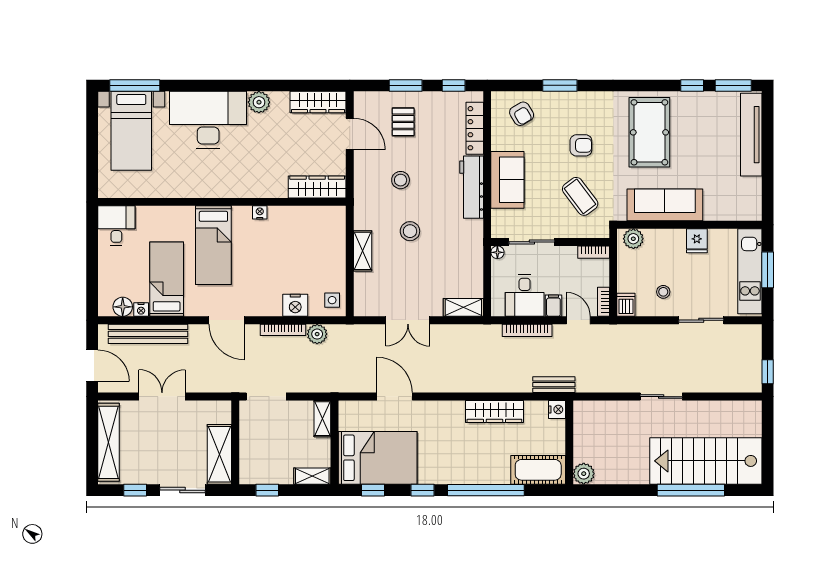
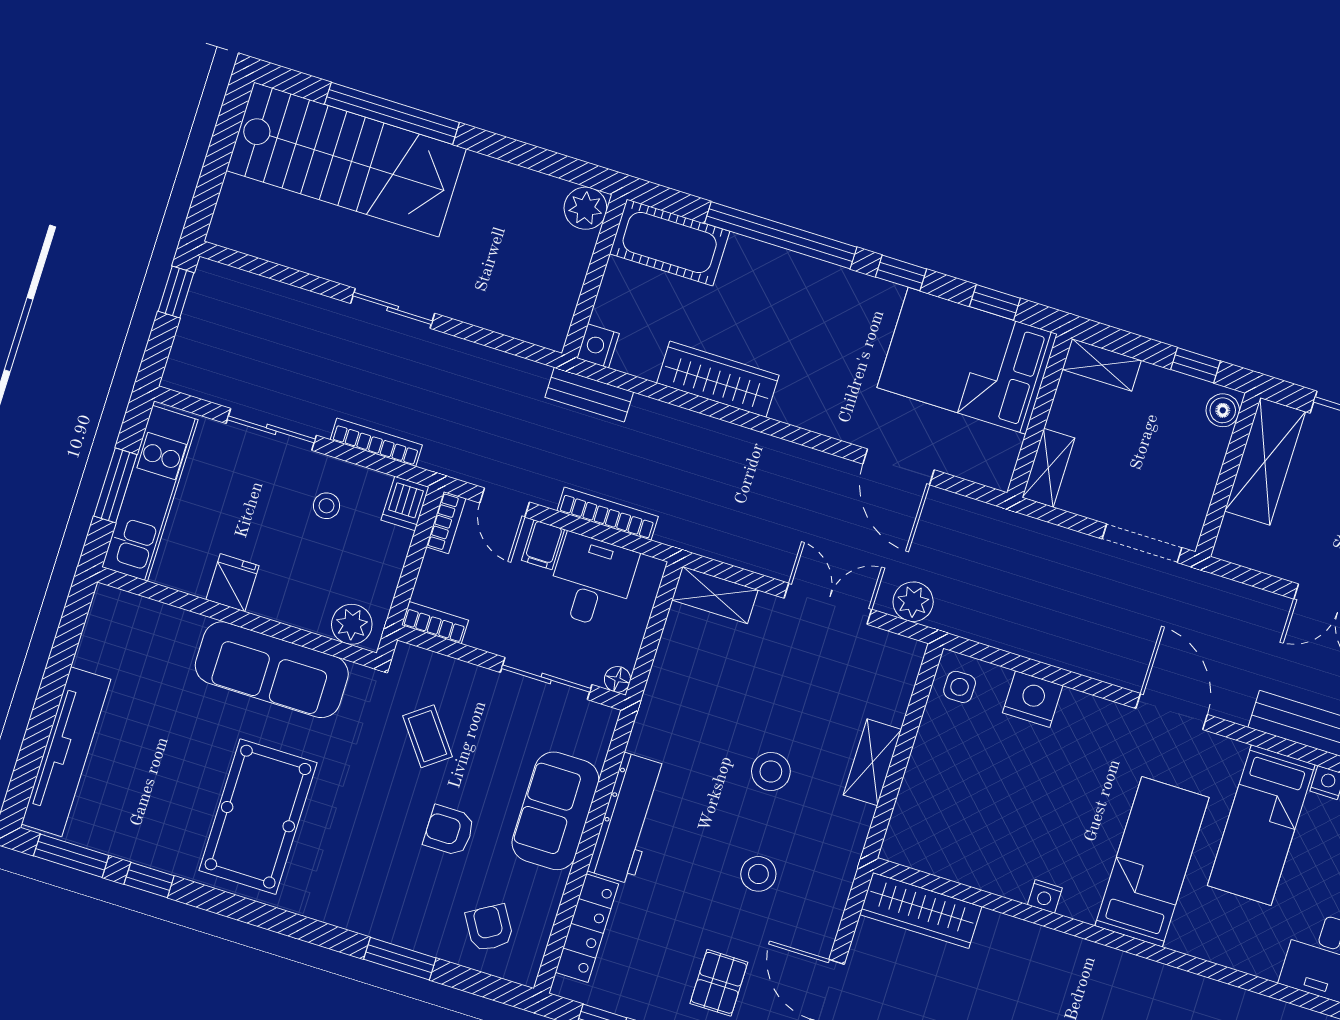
armchair: (581, 145) -> (449, 831), moved
coffee table: (580, 196) -> (428, 736), width x0.73, depth x0.77
bookcase: (283, 330) -> (376, 442), moved
plant: (317, 334) -> (913, 602), moved
boiler: (247, 472) -> (1223, 410), added

